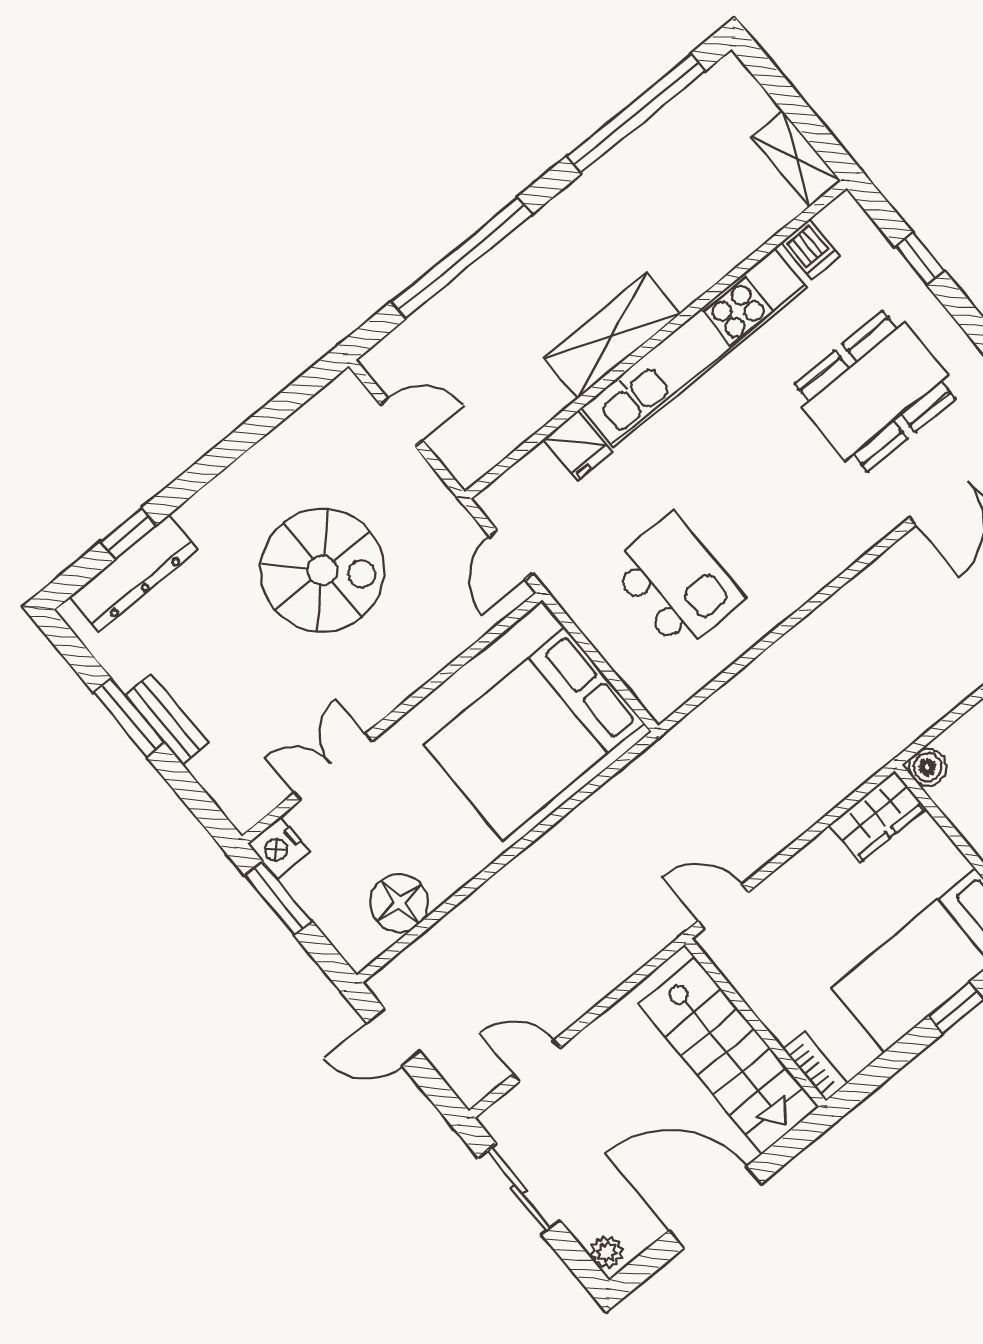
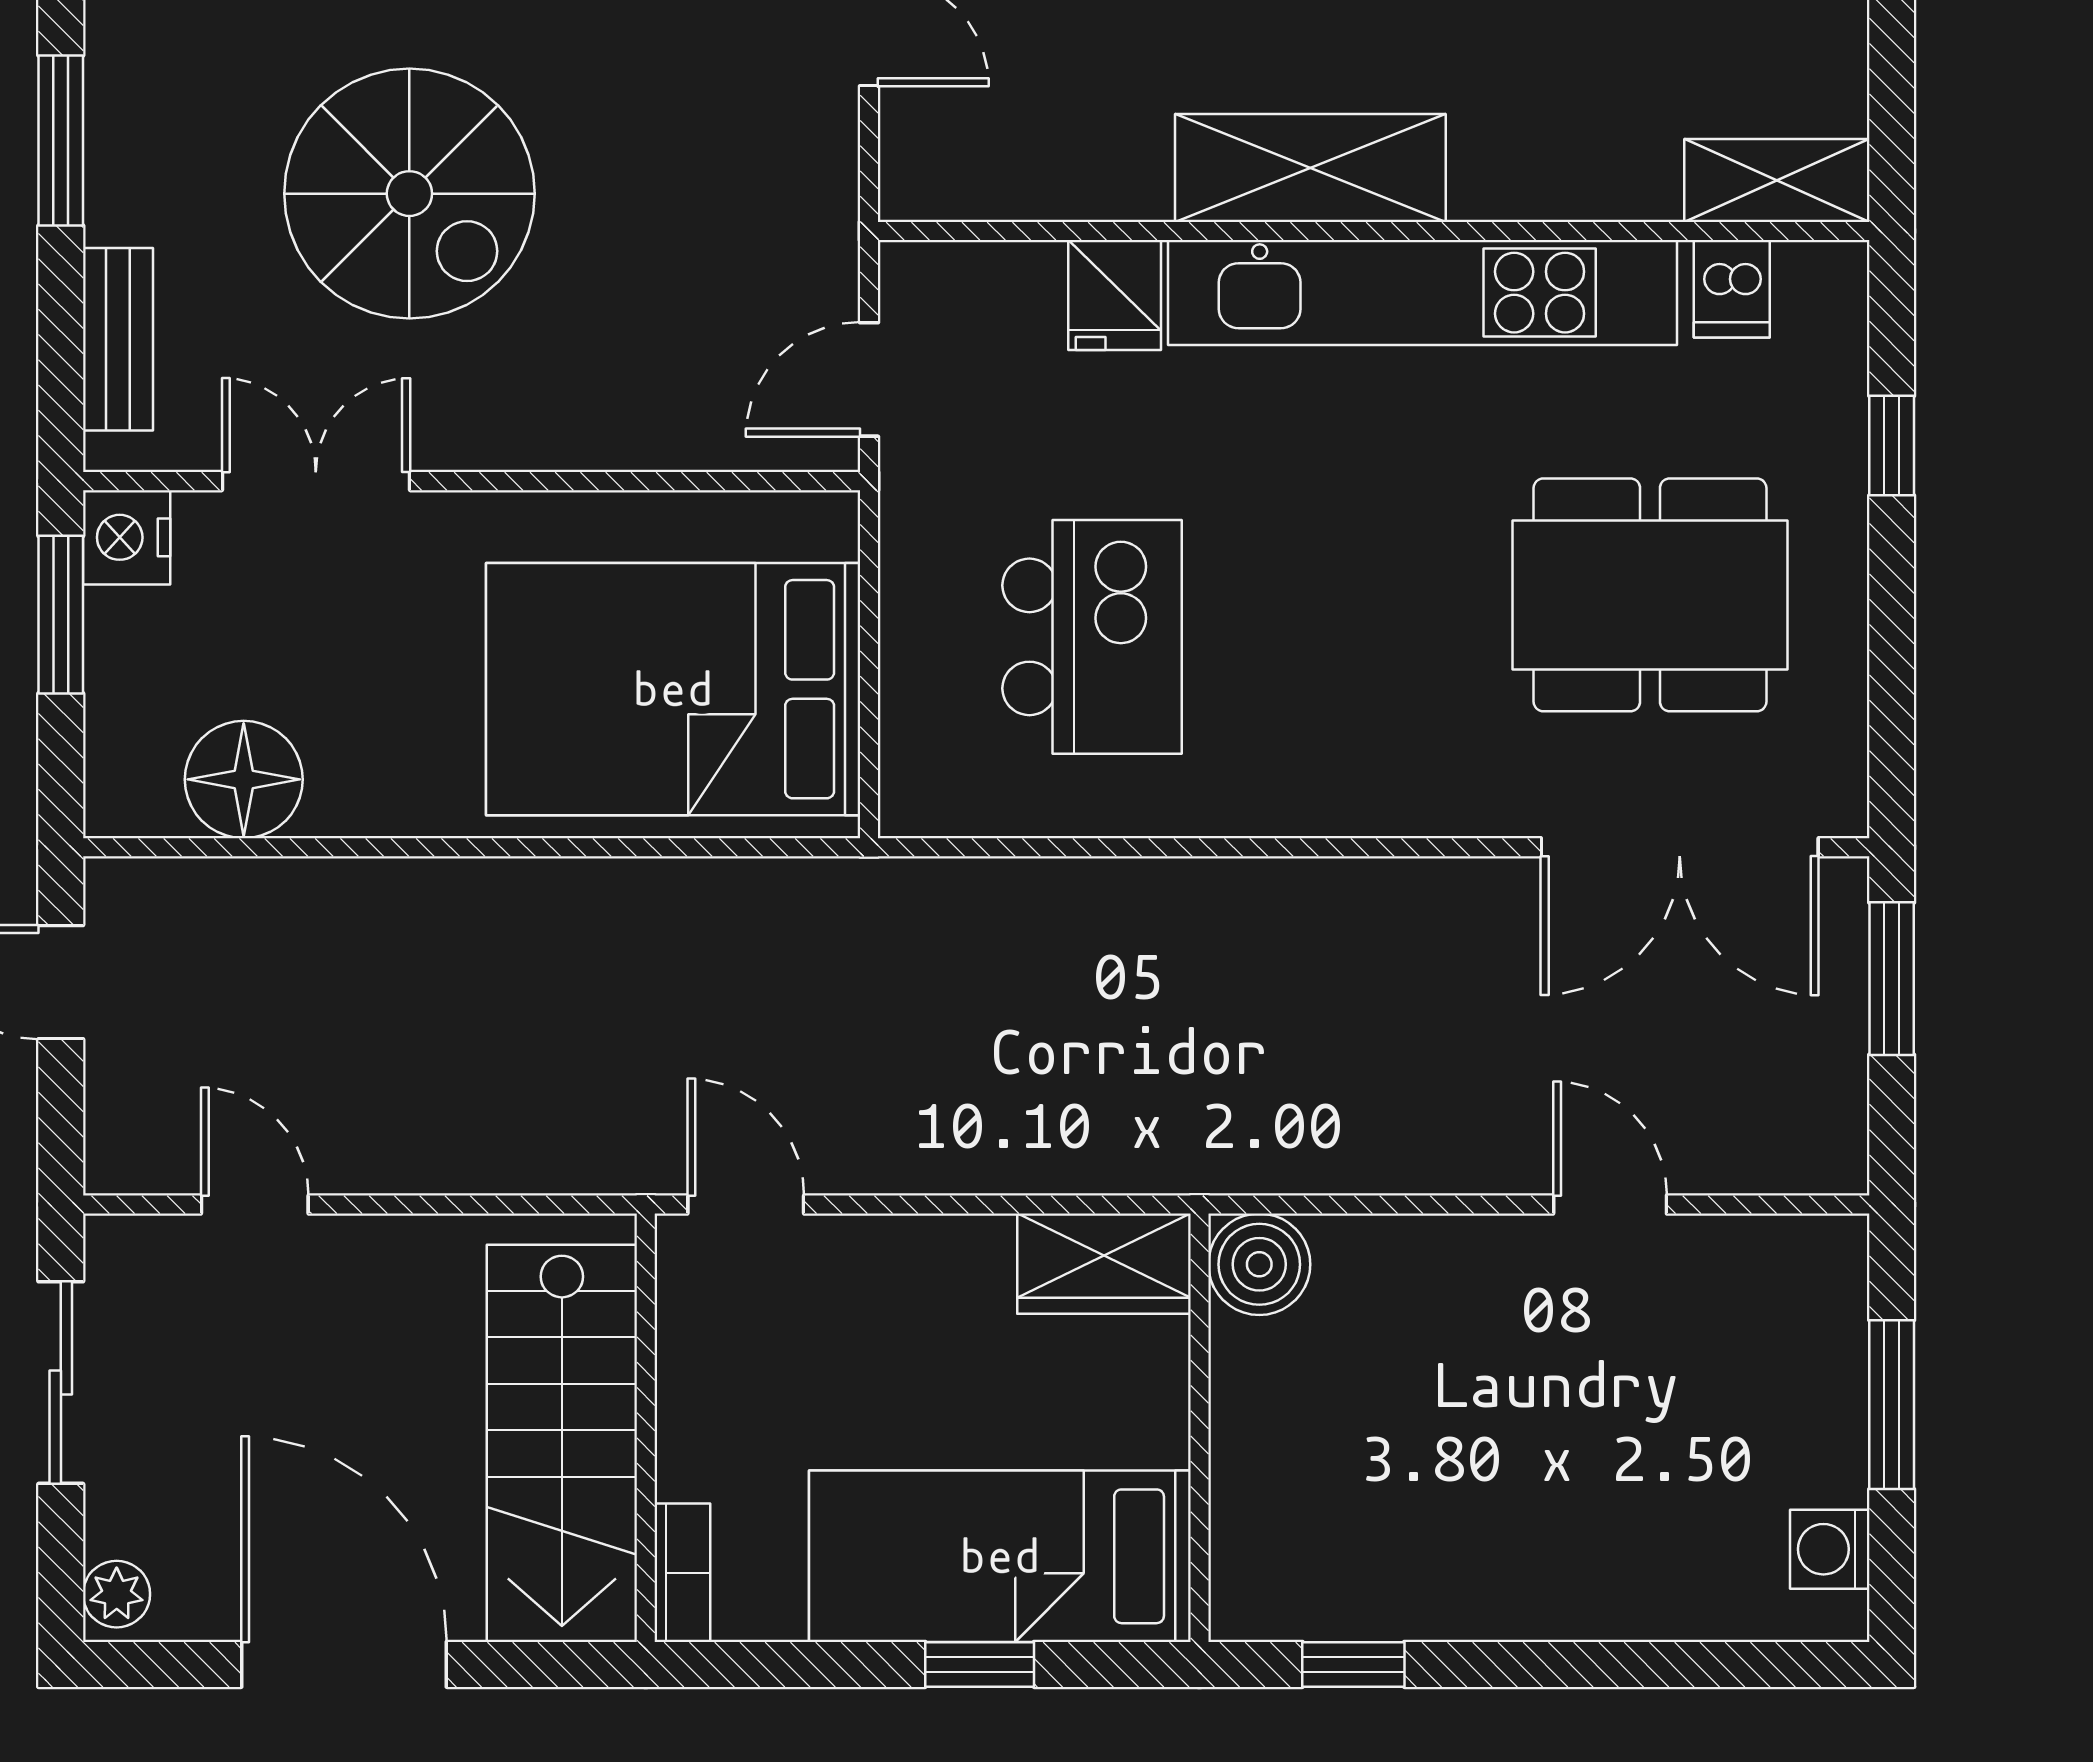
shelving: (796, 159) -> (1777, 181), moved, turned 90
spiral stairs: (322, 570) -> (409, 194), moved
bench: (167, 719) -> (118, 339), moved
boiler: (927, 767) -> (1259, 1264), width x1.36, depth x1.36

